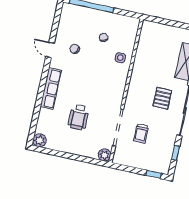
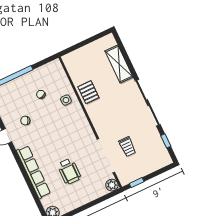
row of seats: (51, 88) -> (33, 172), width x1.36
pallet: (162, 98) -> (88, 92), moved
window: (154, 174) -> (137, 183), moved

